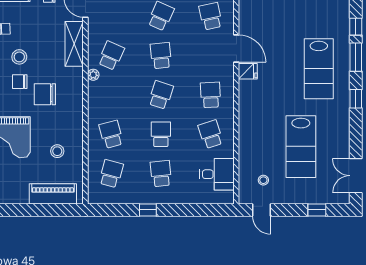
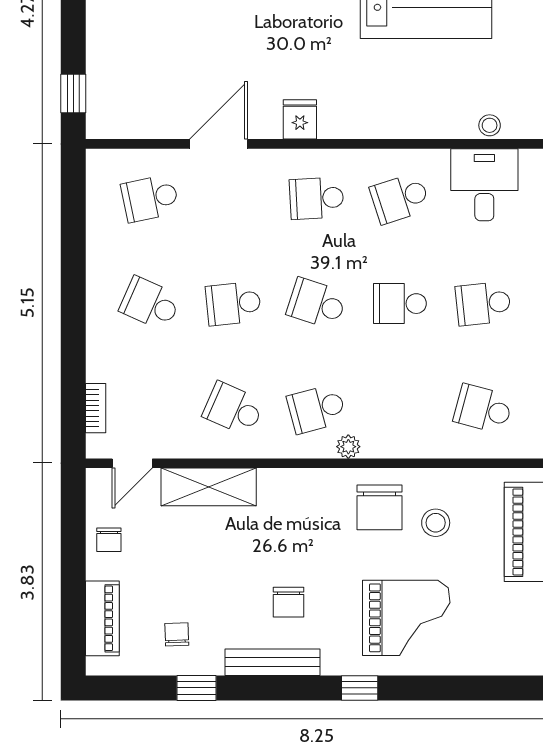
stool: (19, 57) -> (236, 603), removed
fridge: (248, 71) -> (300, 119), moved
plant: (93, 75) -> (348, 447), moved
chair: (45, 94) -> (380, 507), moved
school desk: (111, 134) -> (317, 409), moved
stool: (263, 180) -> (490, 125), moved

